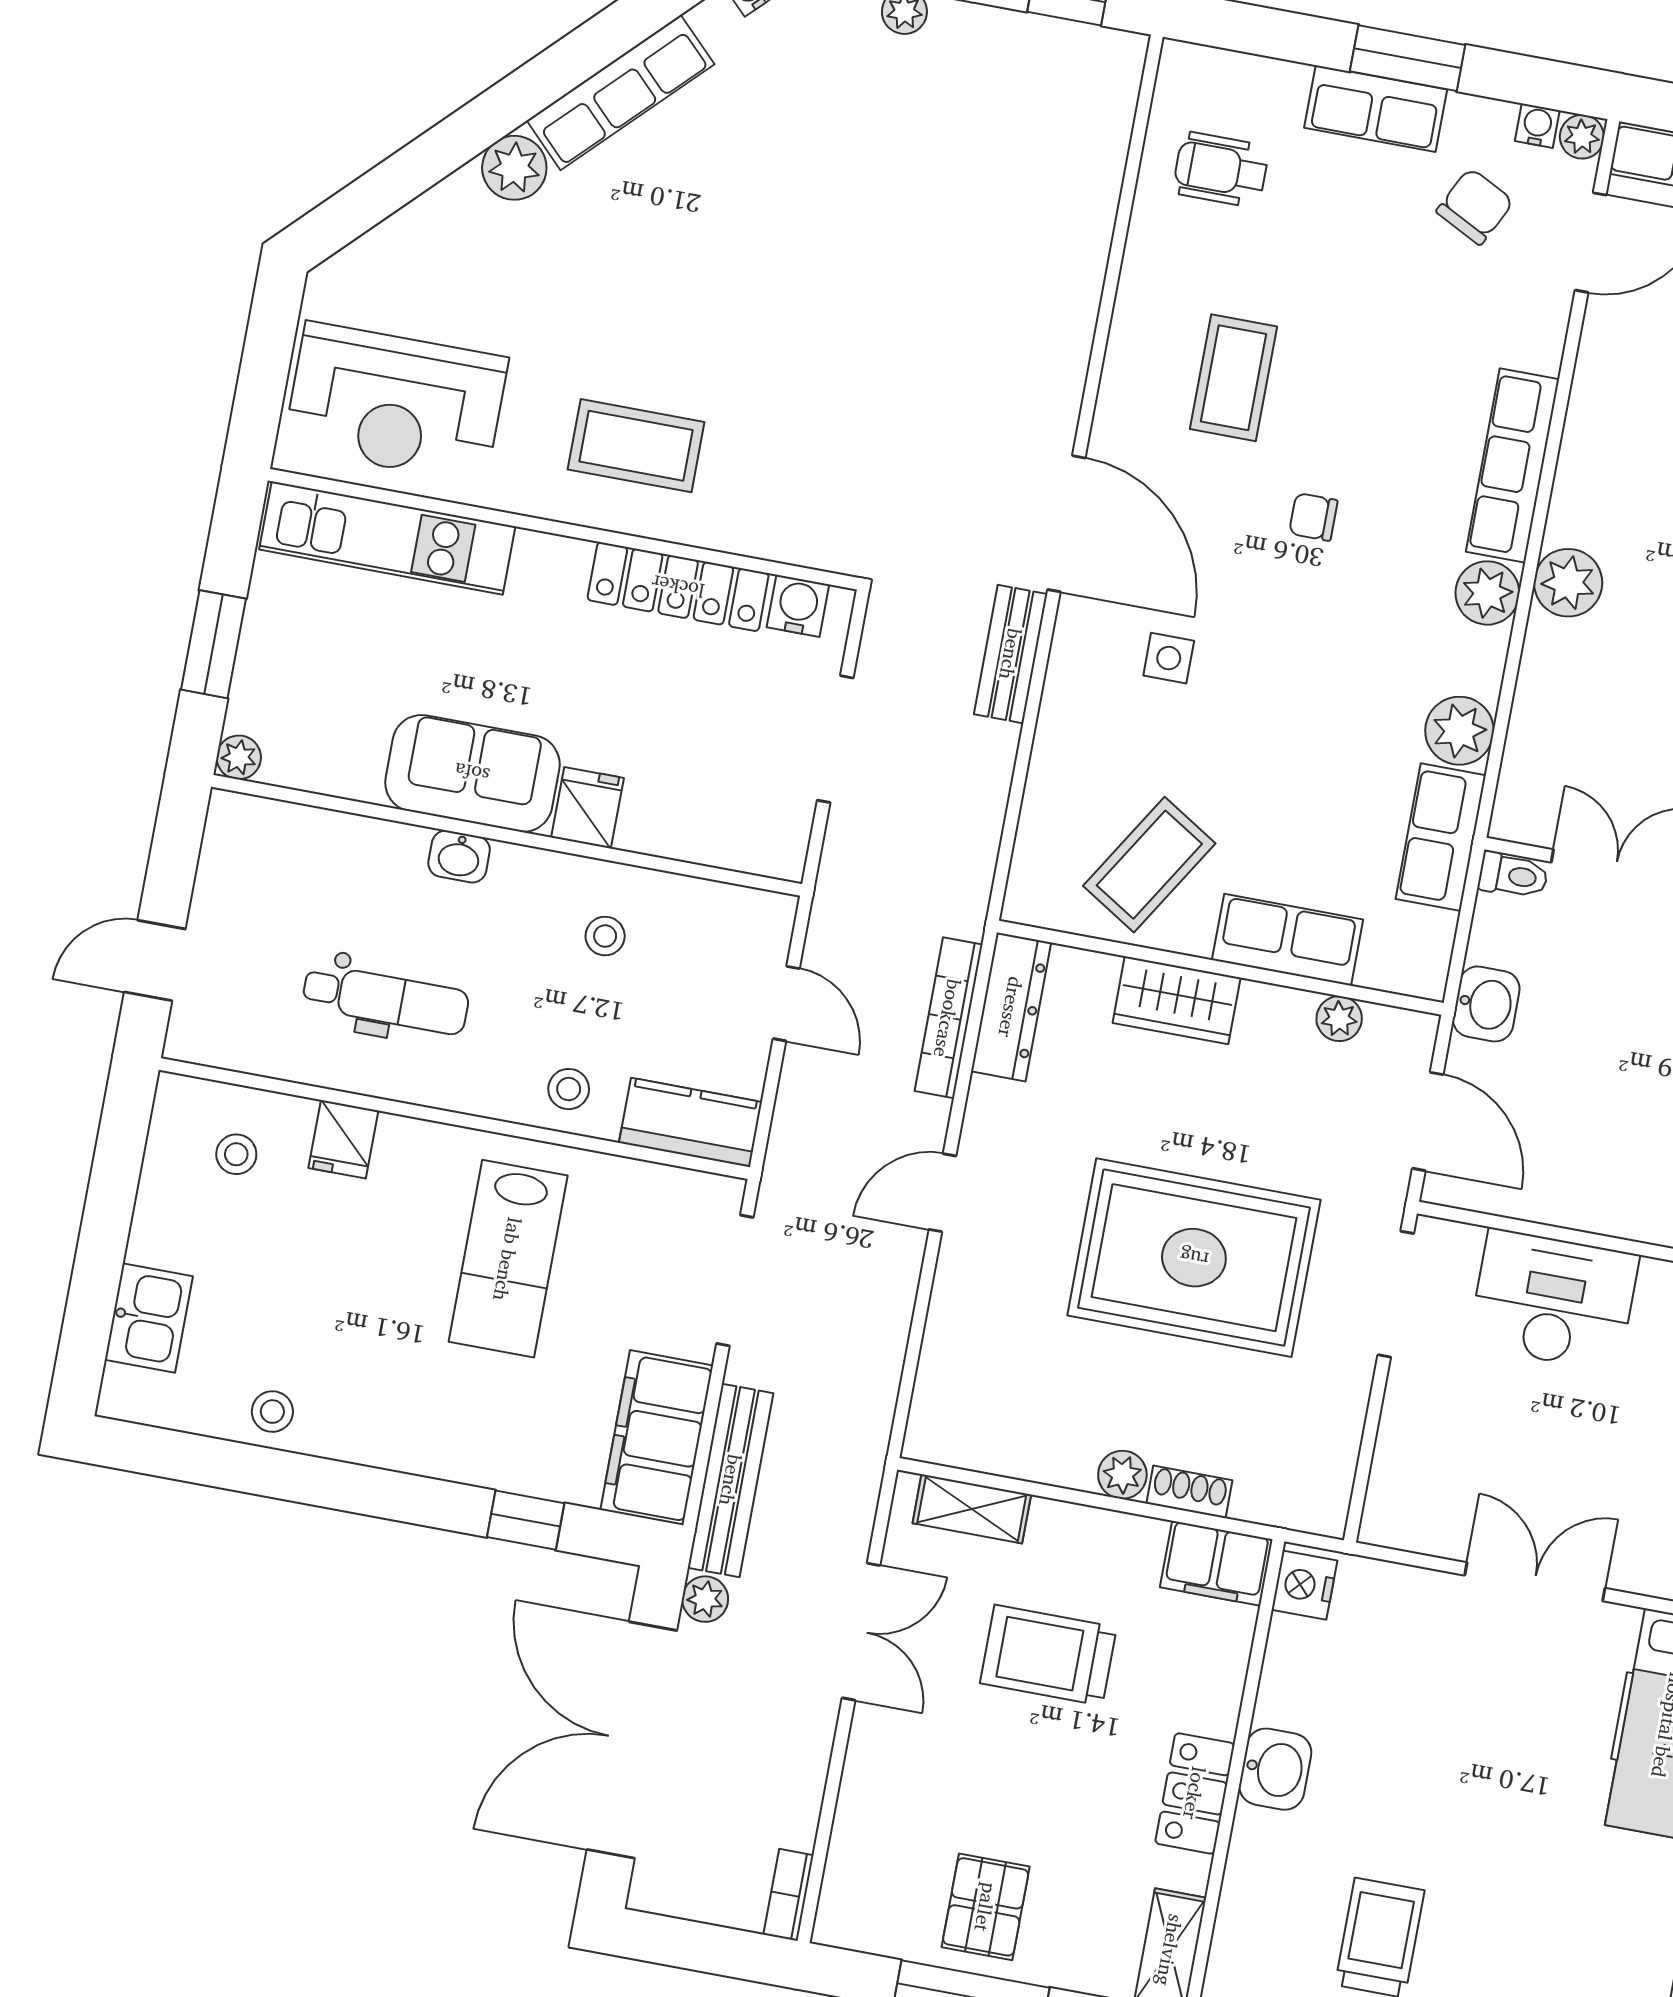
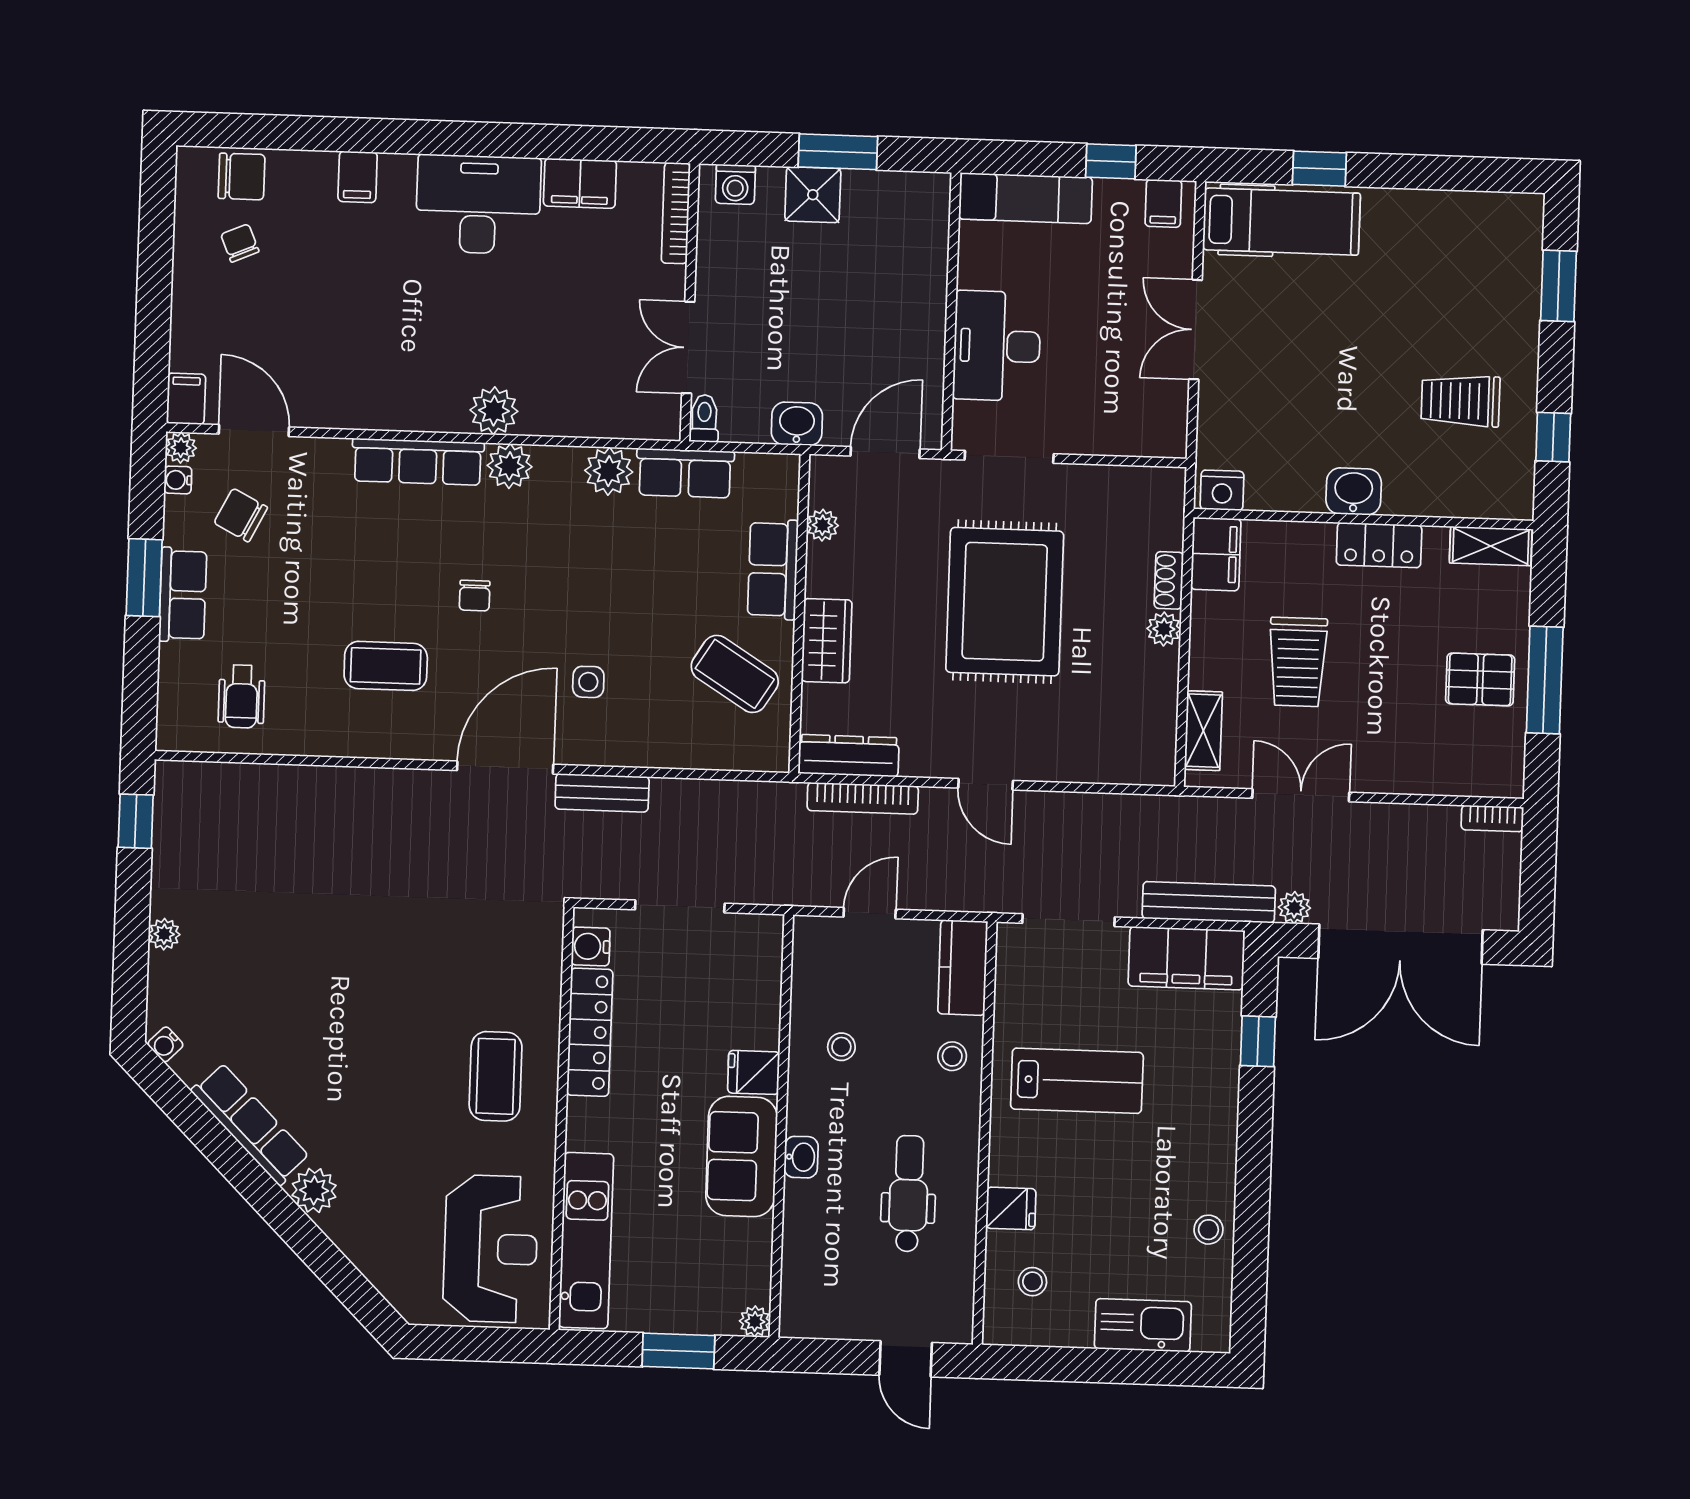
kitchen sink: (149, 1318) -> (1143, 1325), width x1.38

